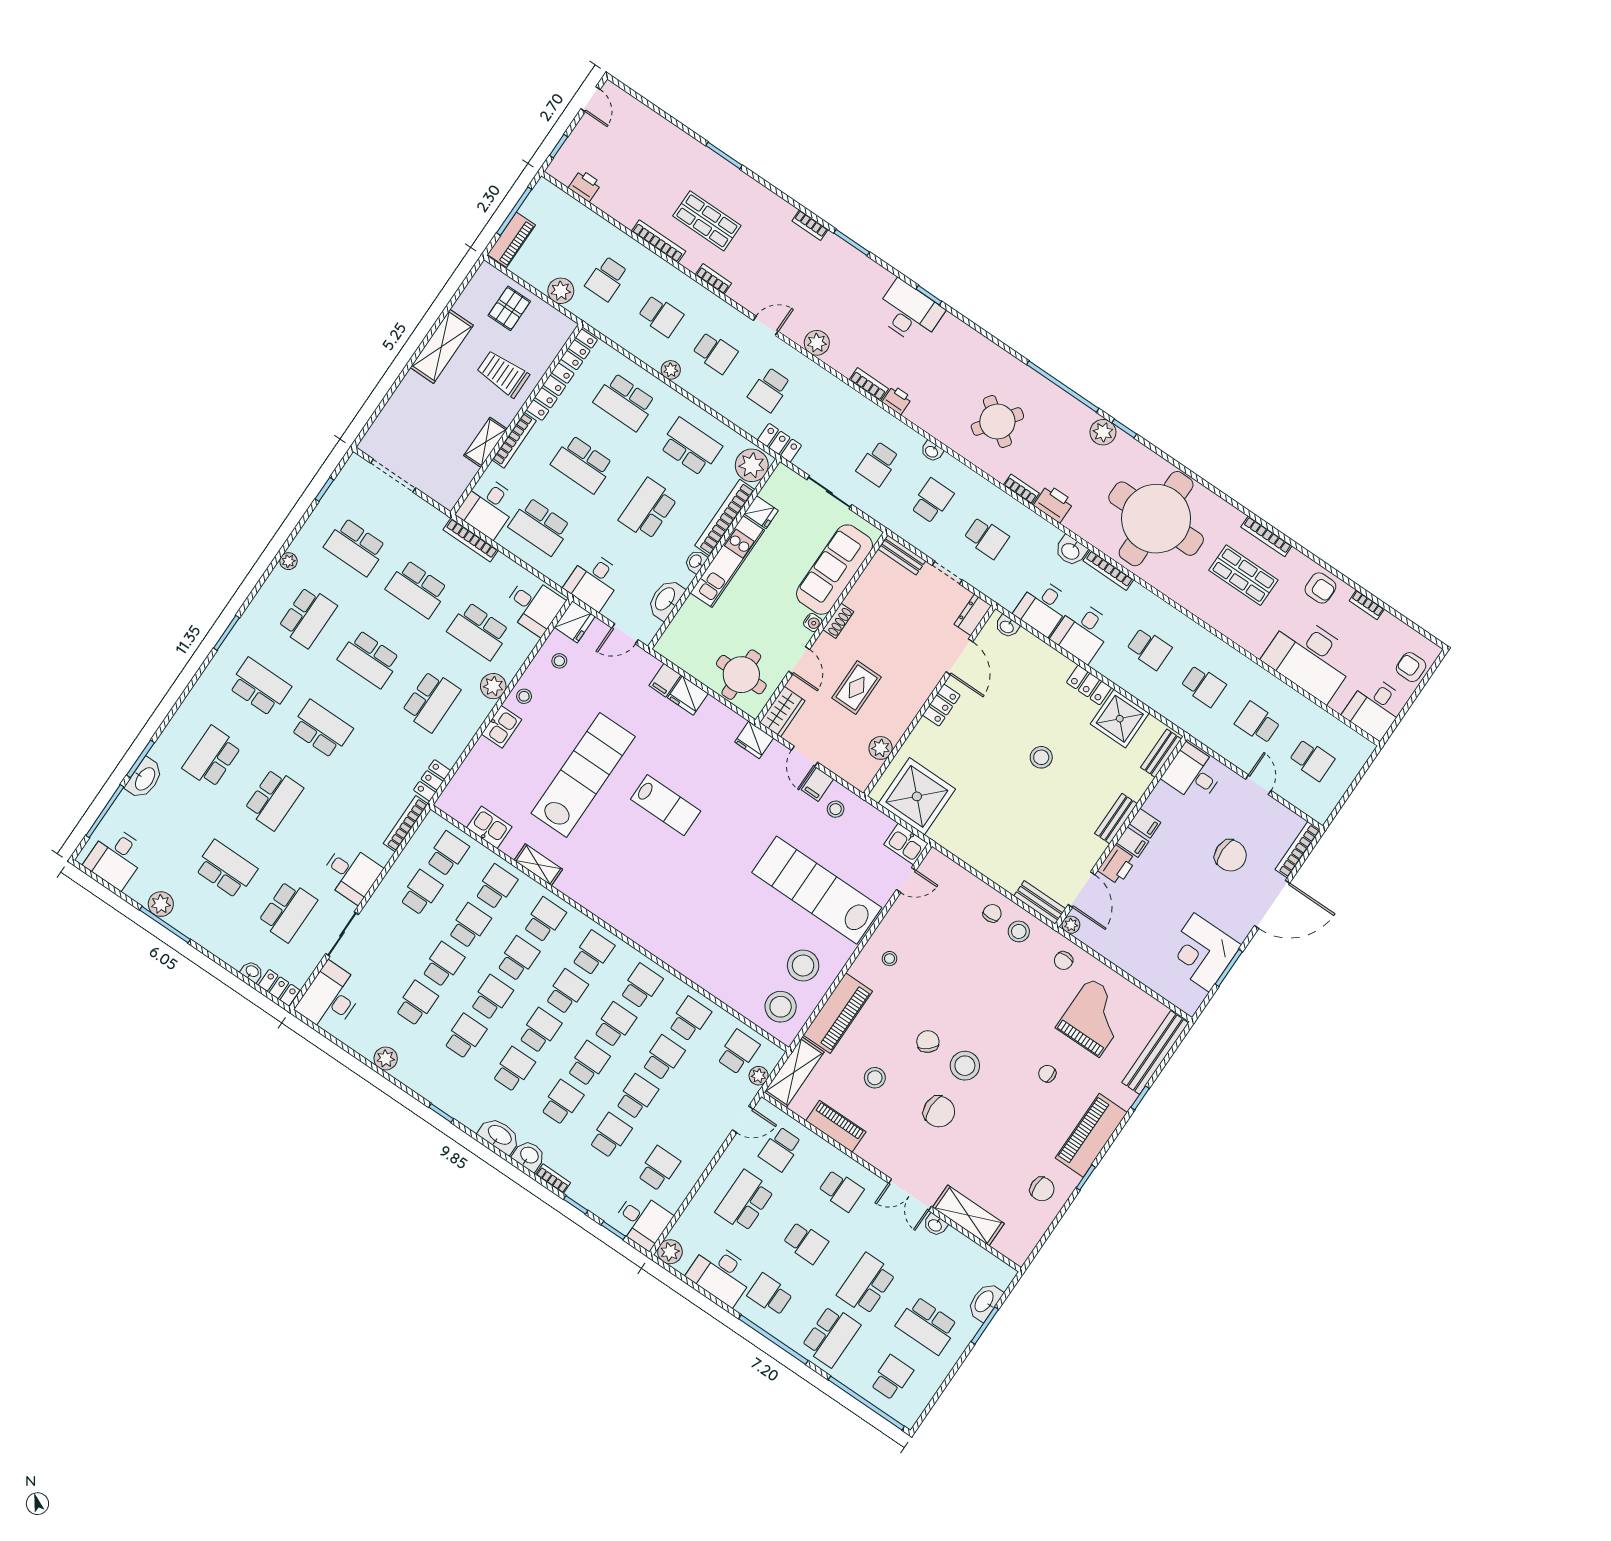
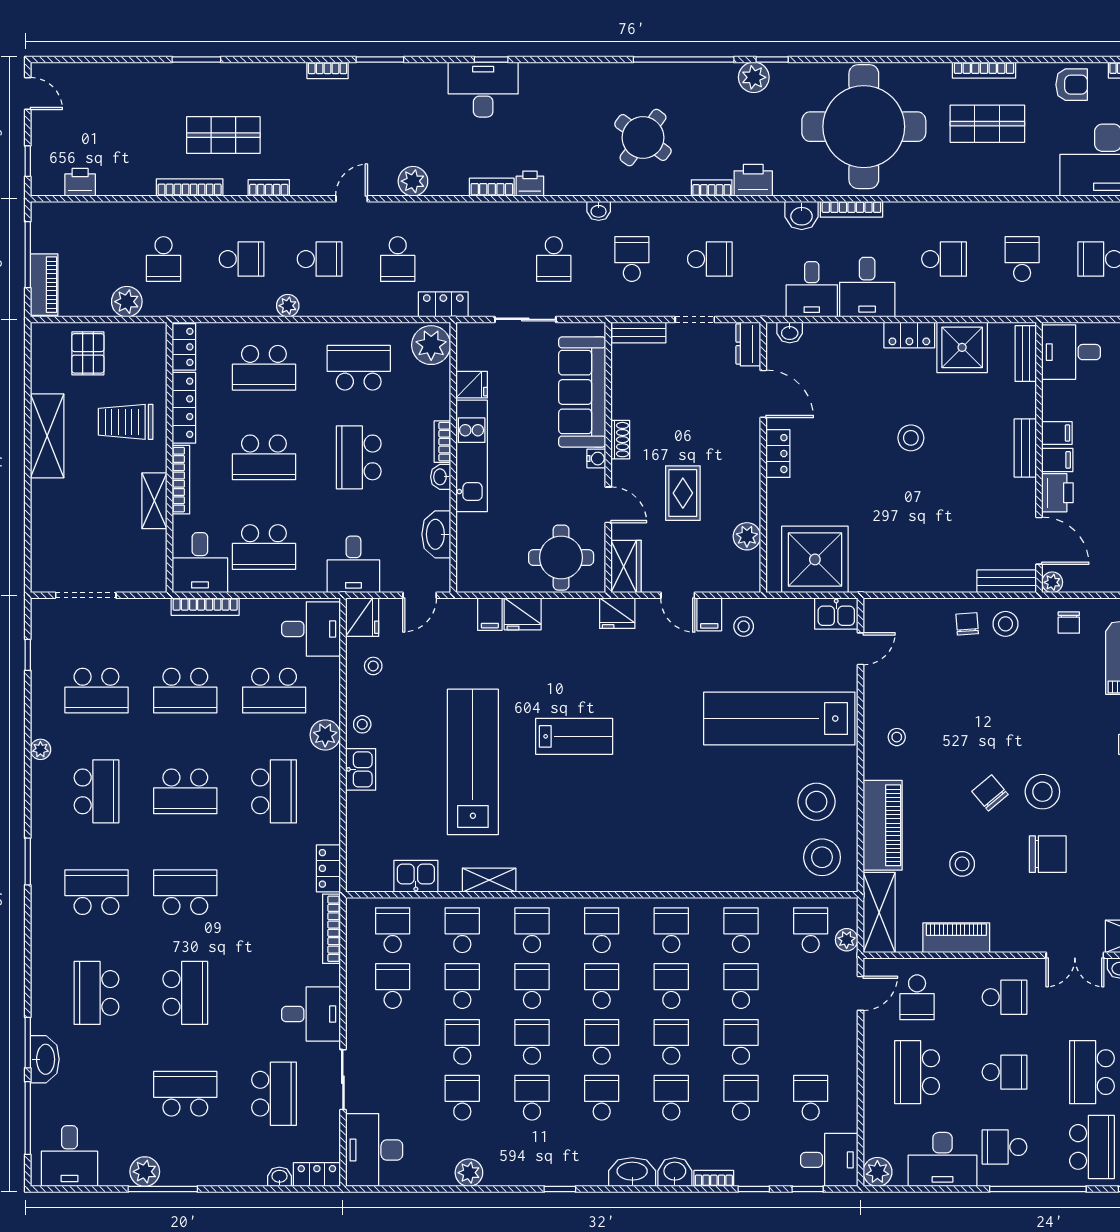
bookcase: (725, 518) -> (442, 442), width x0.43, depth x0.76
school desk: (1203, 686) -> (1022, 259), turned -90

